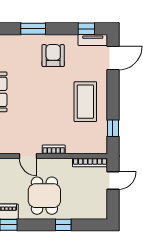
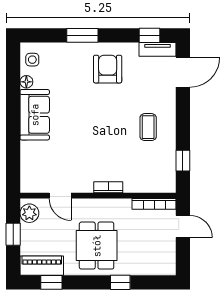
coffee table: (85, 102) -> (148, 127), width x0.54, depth x0.58
door: (28, 156) -> (60, 196), moved
door: (113, 180) -> (183, 226), hinge flipped

